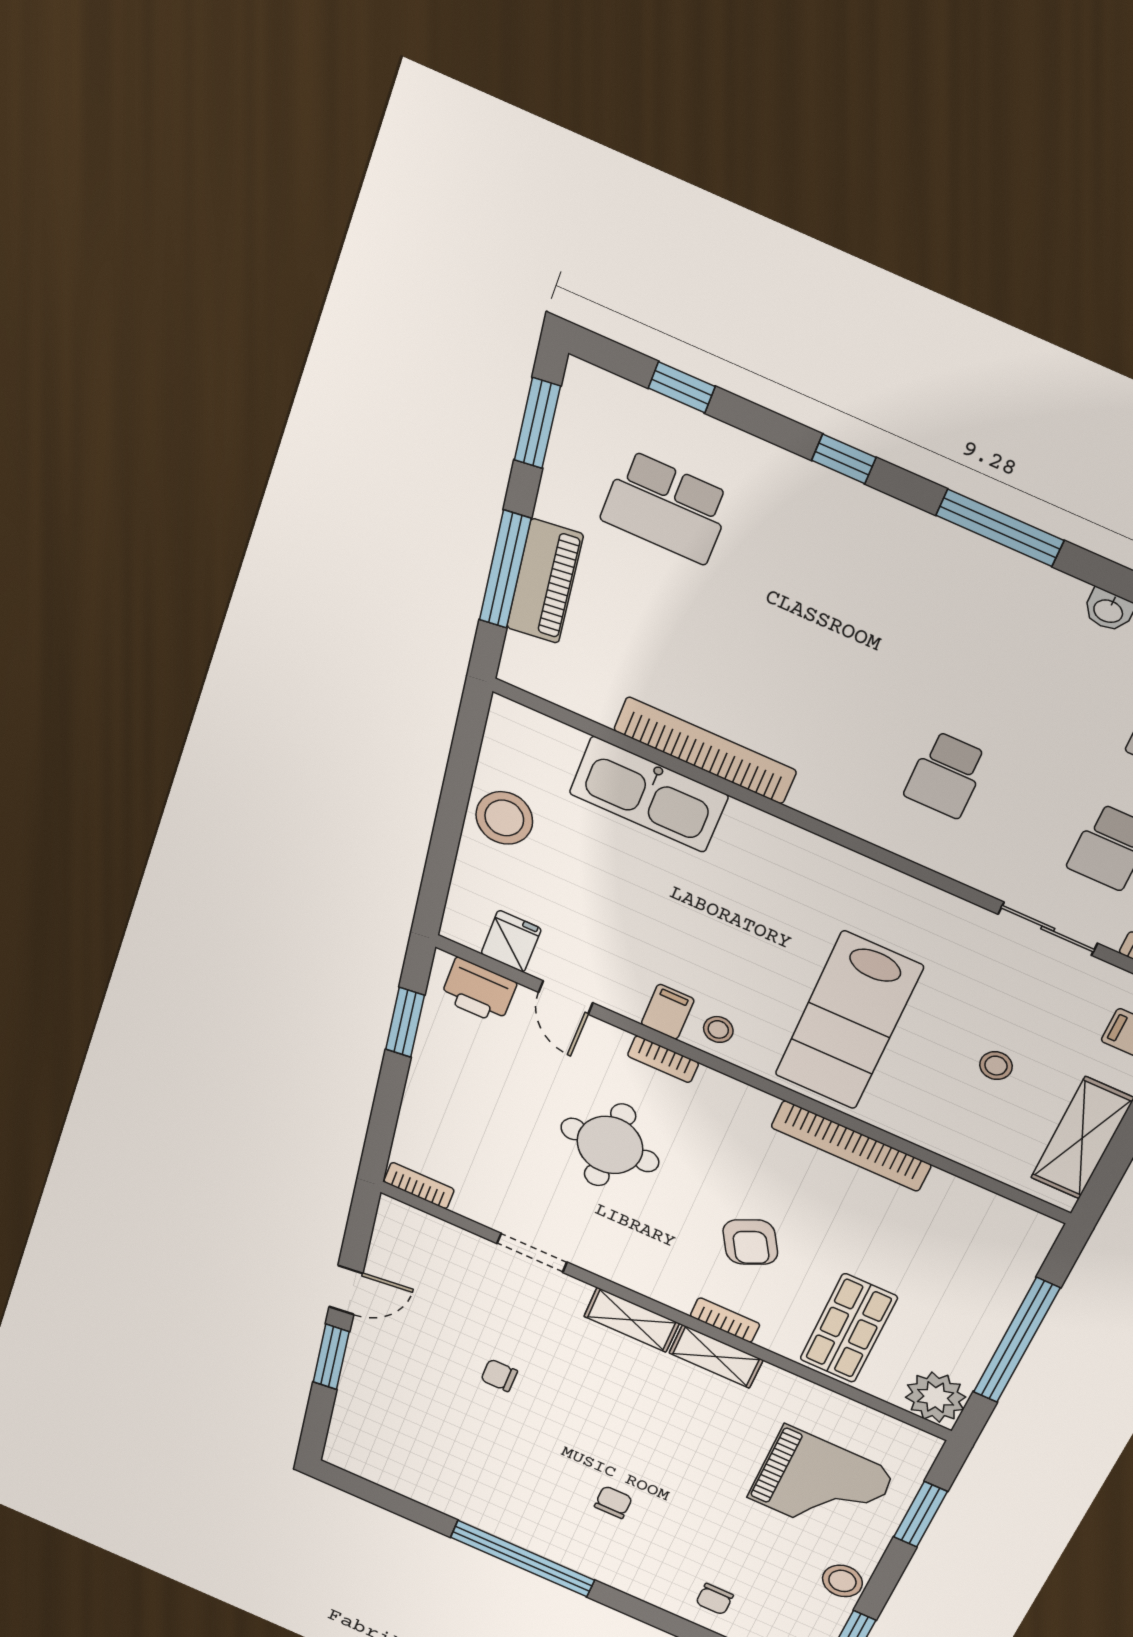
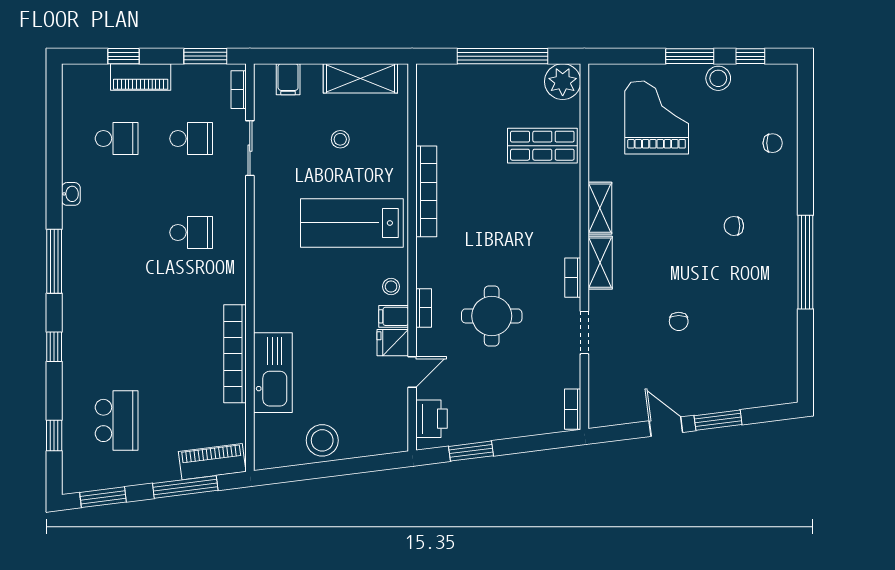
piano: (545, 581) -> (212, 462), moved
fridge: (511, 941) -> (393, 343), moved
lab bench: (849, 1021) -> (352, 223), turned 180
armchair: (750, 1242) -> (514, 219), removed
bookcase: (725, 1320) -> (573, 278), moved
window: (920, 1514) -> (690, 56), moved

